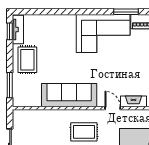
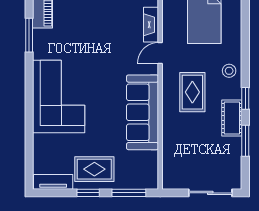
window: (10, 31) -> (88, 193), moved
corner sofa: (103, 34) -> (59, 97), moved

